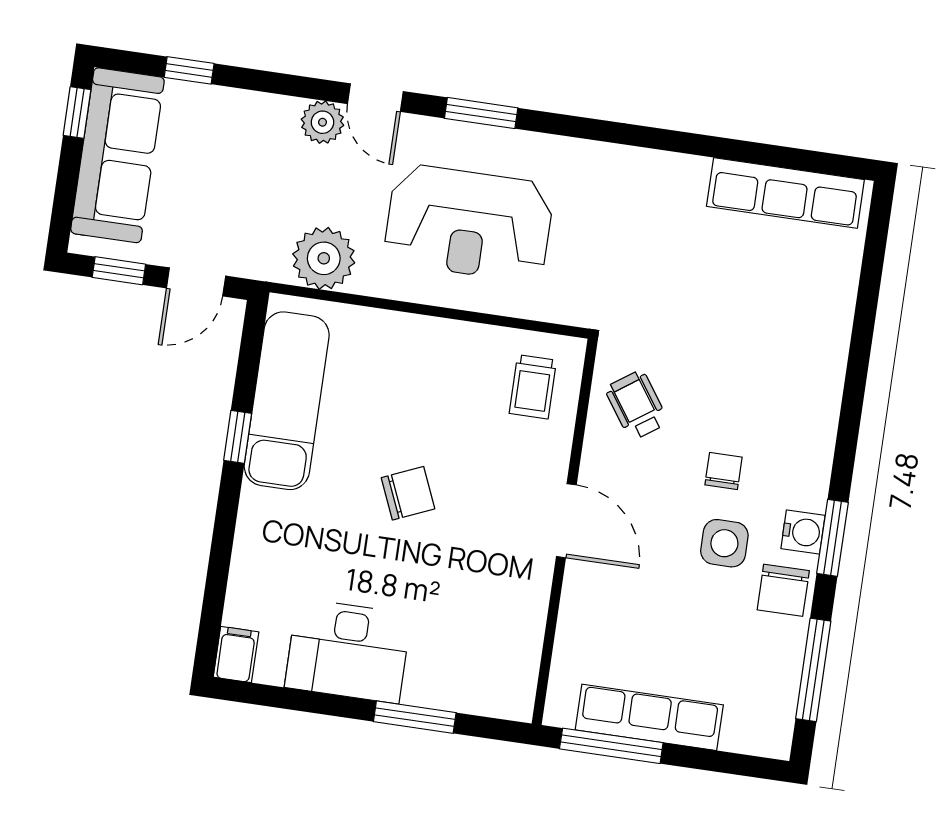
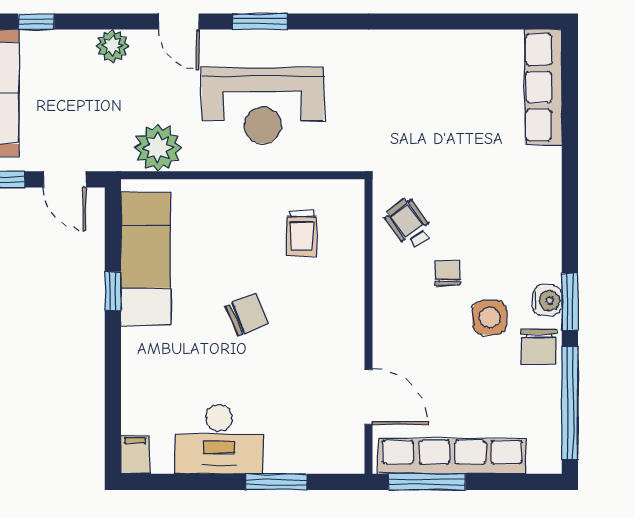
plant: (322, 122) -> (113, 46), moved
row of seats: (785, 193) -> (543, 87), moved, turned 90
door: (196, 282) -> (65, 179), hinge flipped
trolley: (533, 387) -> (301, 233), moved
chair: (724, 471) -> (447, 273), moved
door: (566, 521) -> (368, 397), moved
window: (813, 670) -> (570, 403), width x1.46
row of seats: (649, 717) -> (452, 456), width x1.36

